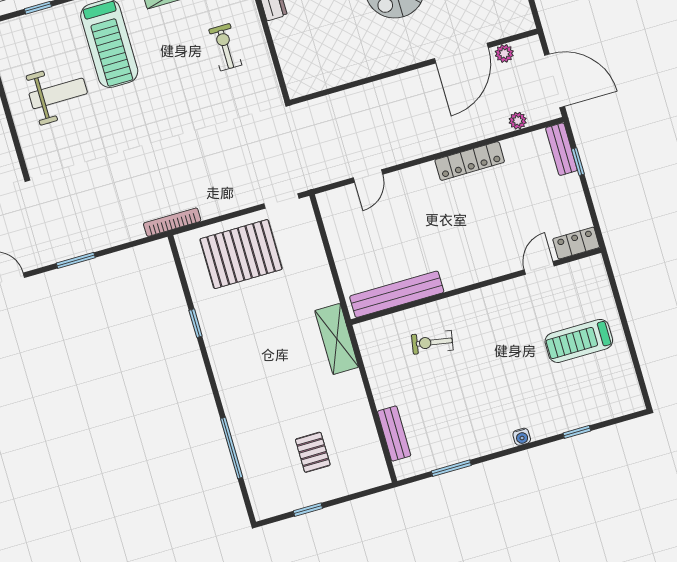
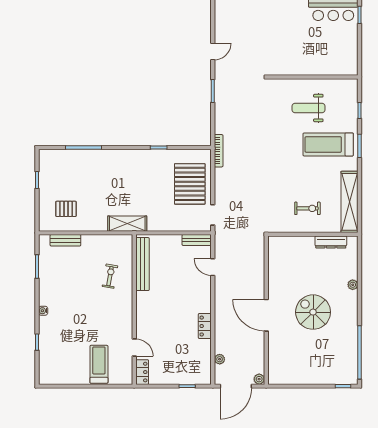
door: (461, 53) -> (266, 315), moved
plant: (504, 53) -> (259, 379), moved
weight bench: (58, 93) -> (308, 108), turned 90
bench: (561, 149) -> (197, 240), moved
locker: (470, 161) -> (205, 326), width x0.66
treadmill: (579, 341) -> (99, 364), moved
pallet: (313, 452) -> (66, 209), moved

